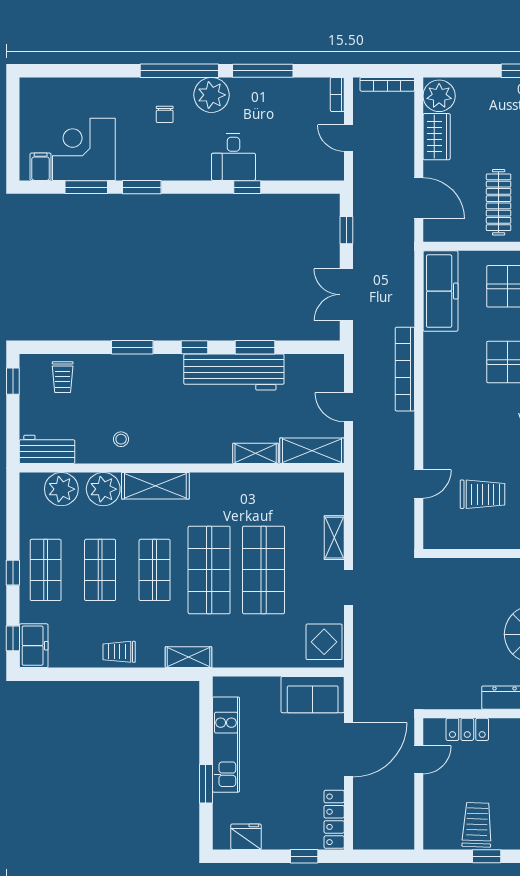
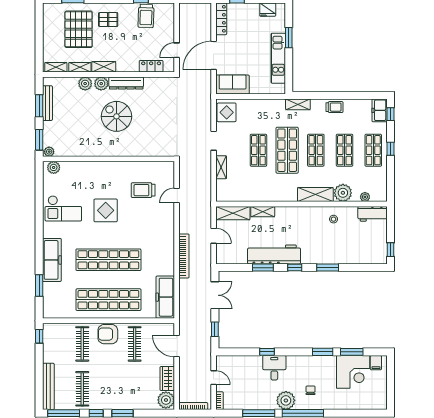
trolley: (63, 377) -> (364, 252), removed
plant: (61, 489) -> (365, 197), width x0.53, depth x0.53
shop shelf: (264, 570) -> (258, 150), width x0.70, depth x0.74

